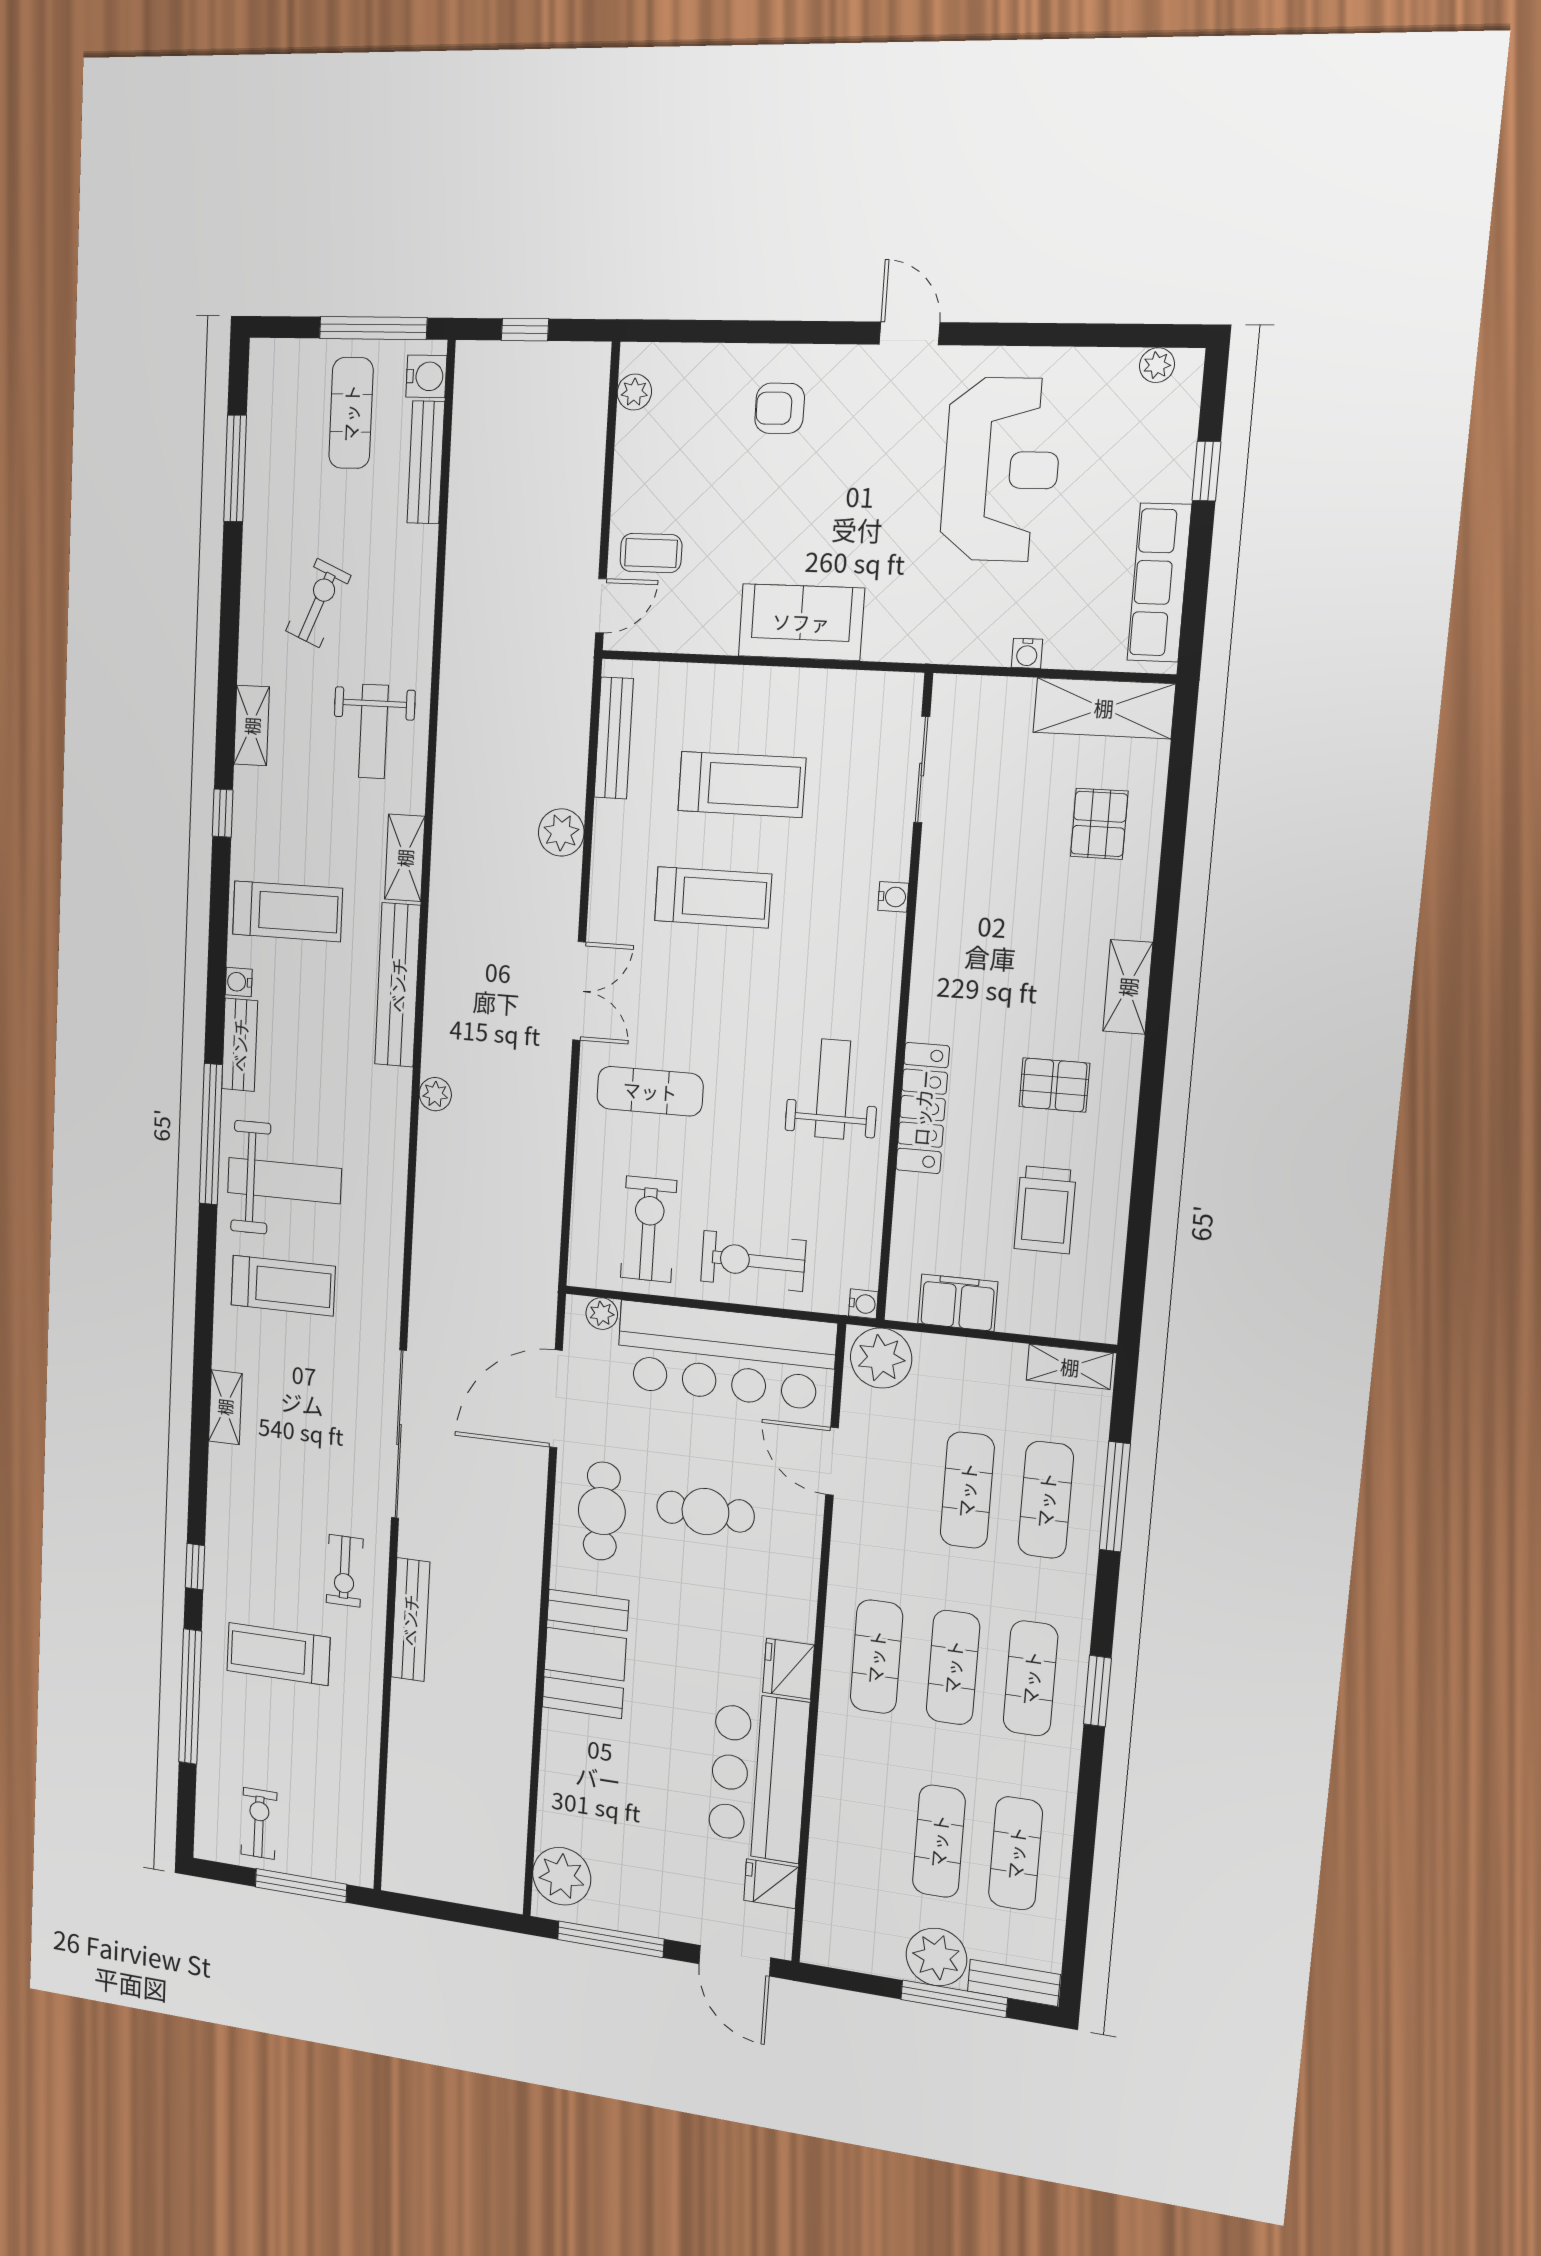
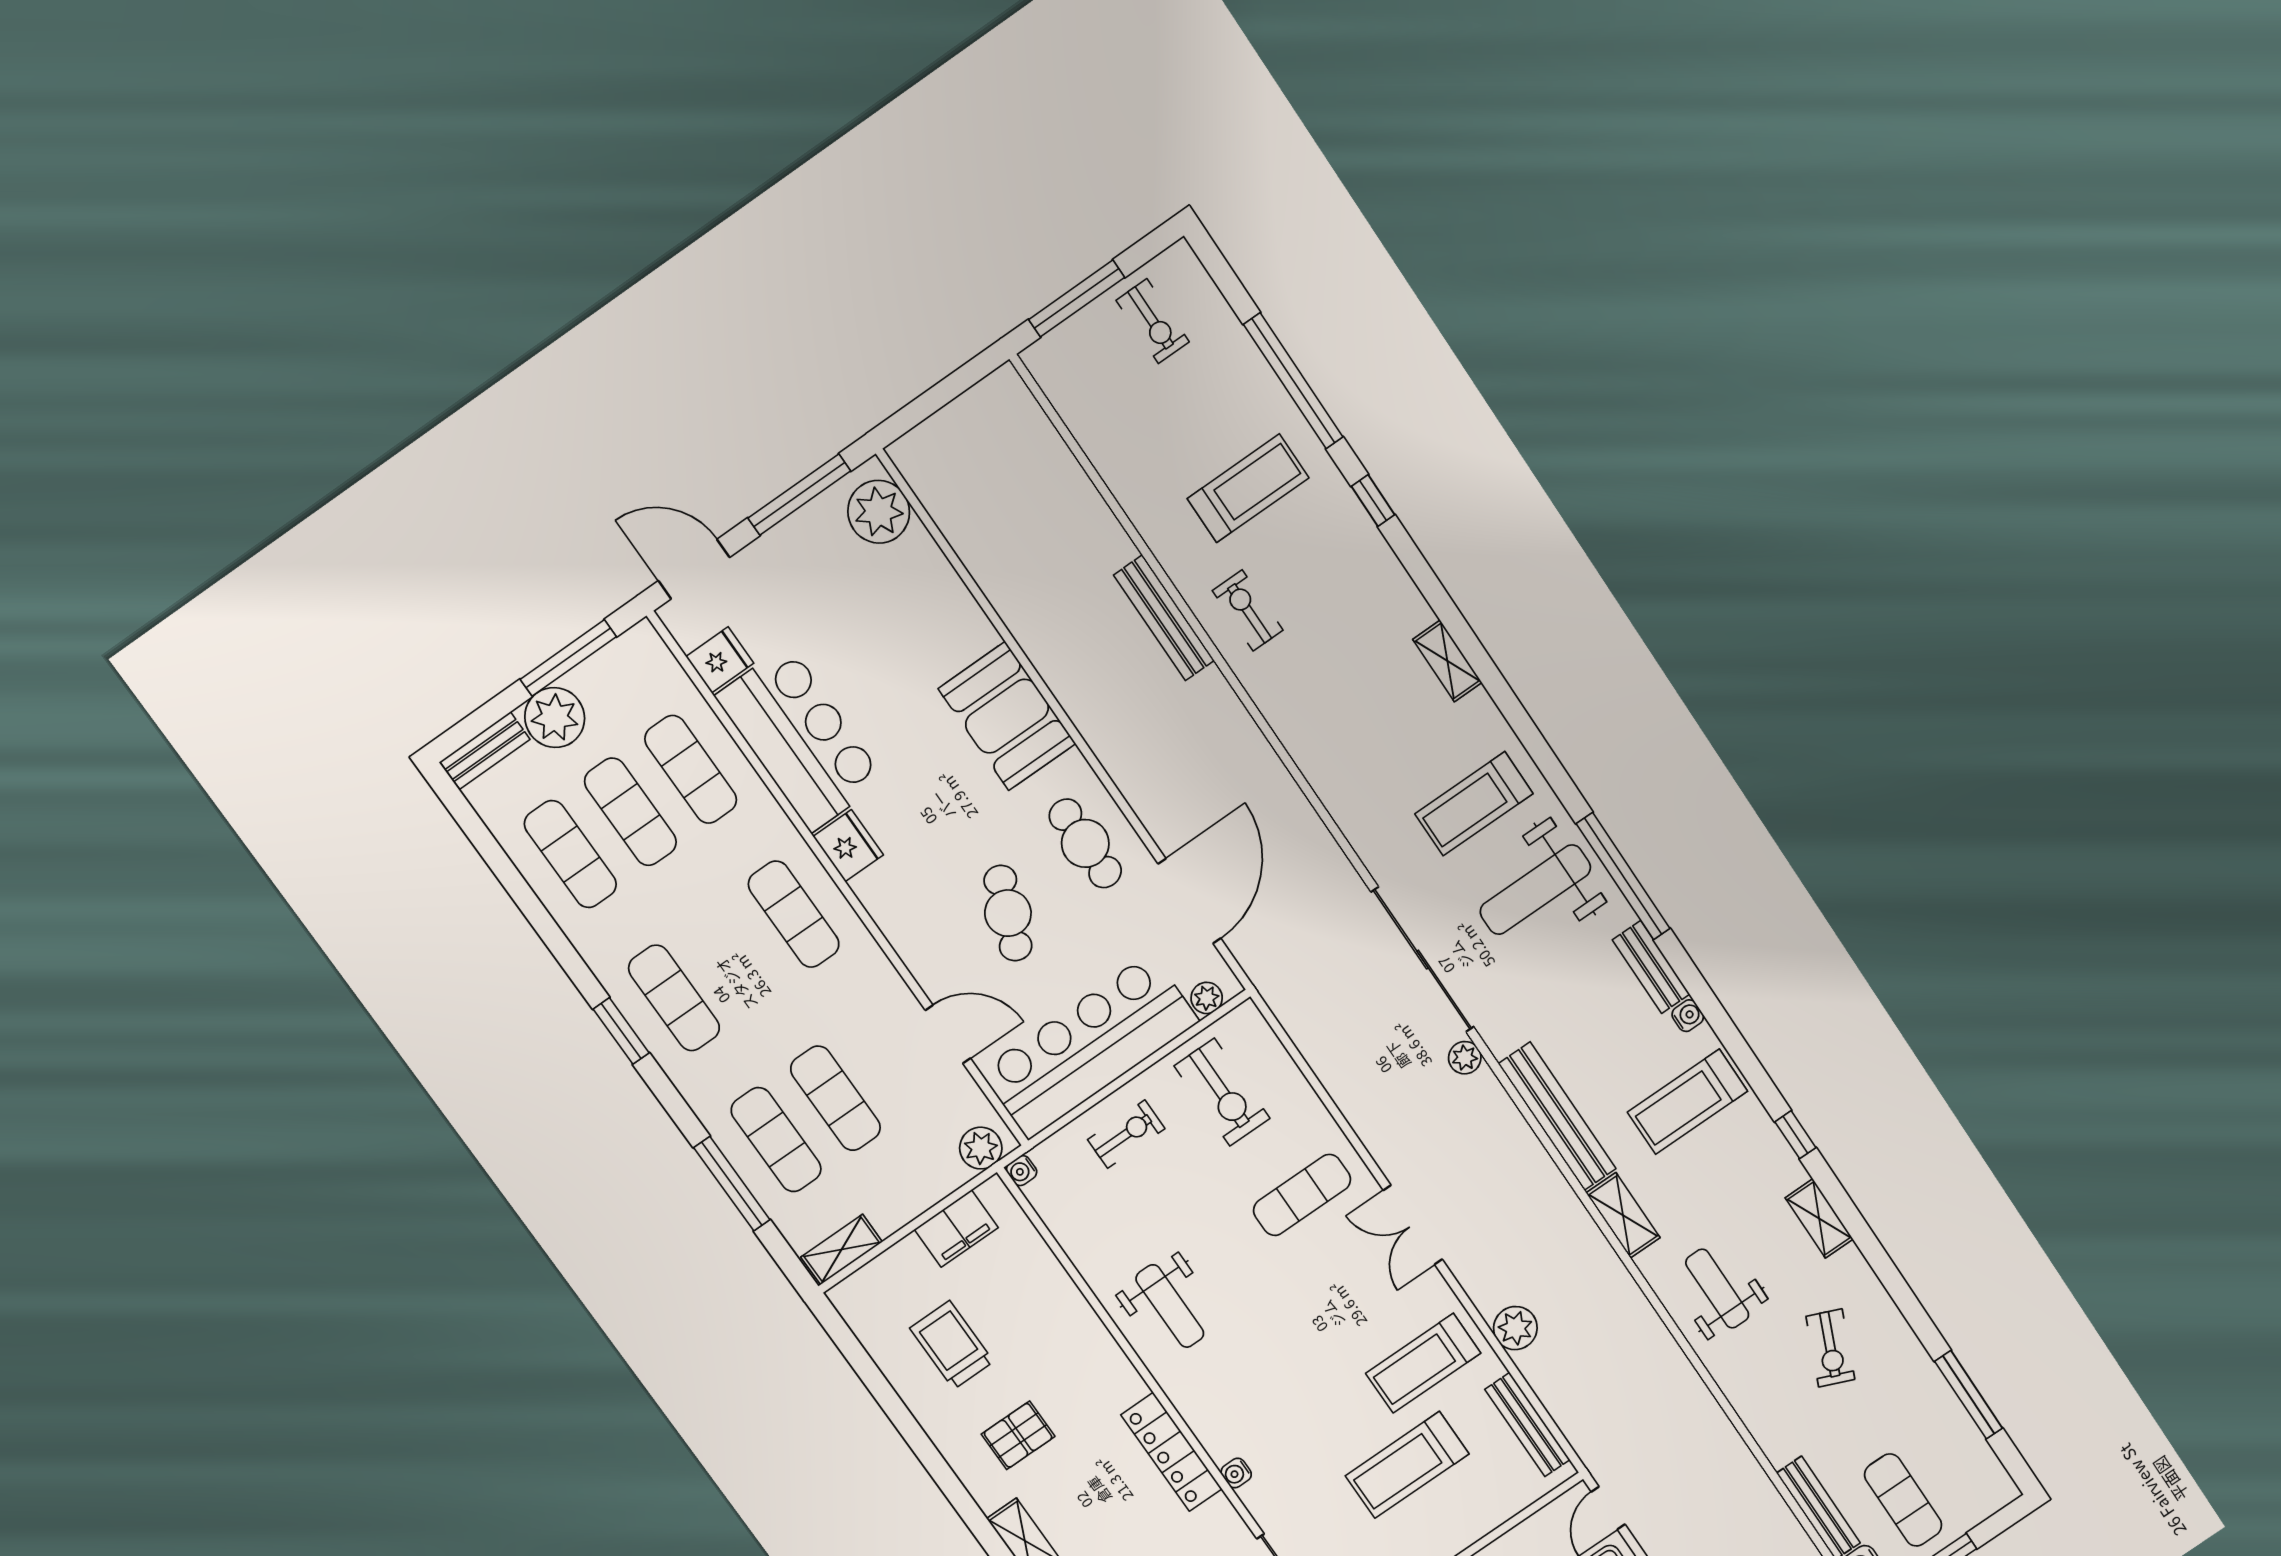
treadmill: (713, 897) -> (1423, 1363), moved
locker: (923, 1108) -> (1171, 1452), moved
exercise bike: (753, 1261) -> (1126, 1134), width x0.73, depth x0.72
plant: (881, 1358) -> (981, 1148), width x0.73, depth x0.73
sliding door: (399, 1435) -> (1423, 960), moved
cafe table: (705, 1512) -> (1008, 913), turned -68
exercise mat: (953, 1667) -> (691, 769), moved
window: (954, 1999) -> (568, 658), moved

